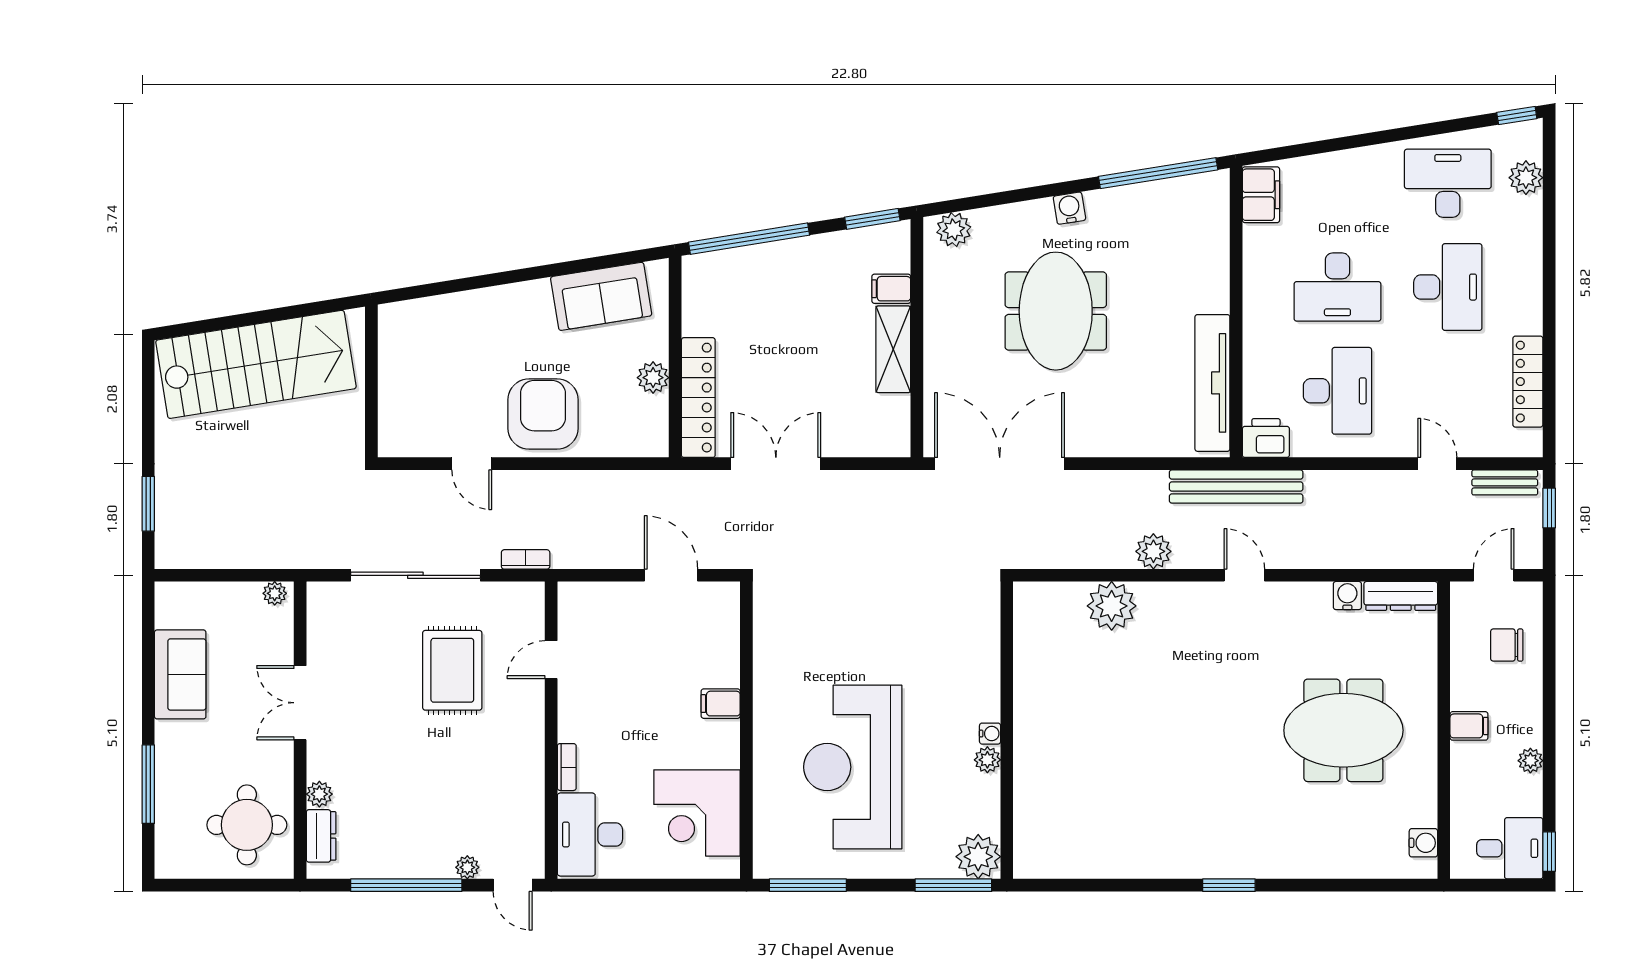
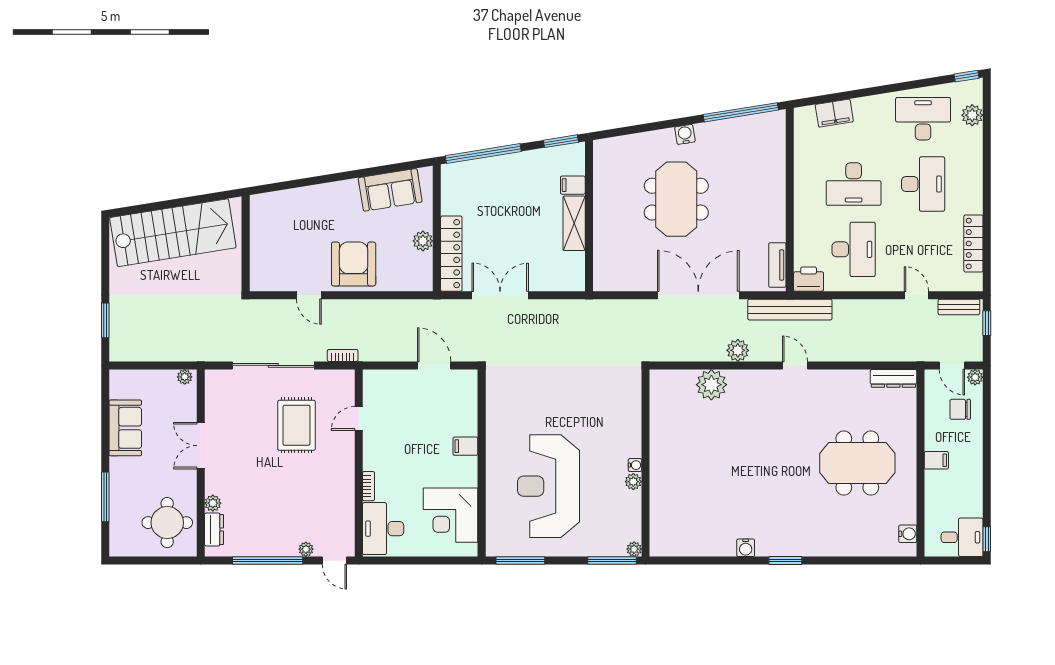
filing cabinet: (1261, 195) -> (834, 113), moved, turned 81
plant: (954, 230) -> (612, 148), removed
tv unit: (1212, 383) -> (777, 265), width x0.52, depth x0.78
double door: (1000, 464) -> (698, 295), moved
door: (1494, 575) -> (952, 365), swing flipped
water cooler: (1347, 596) -> (746, 548), moved, turned 180
plant: (1530, 761) -> (975, 377), moved
plant: (978, 857) -> (634, 549), width x0.53, depth x0.53

